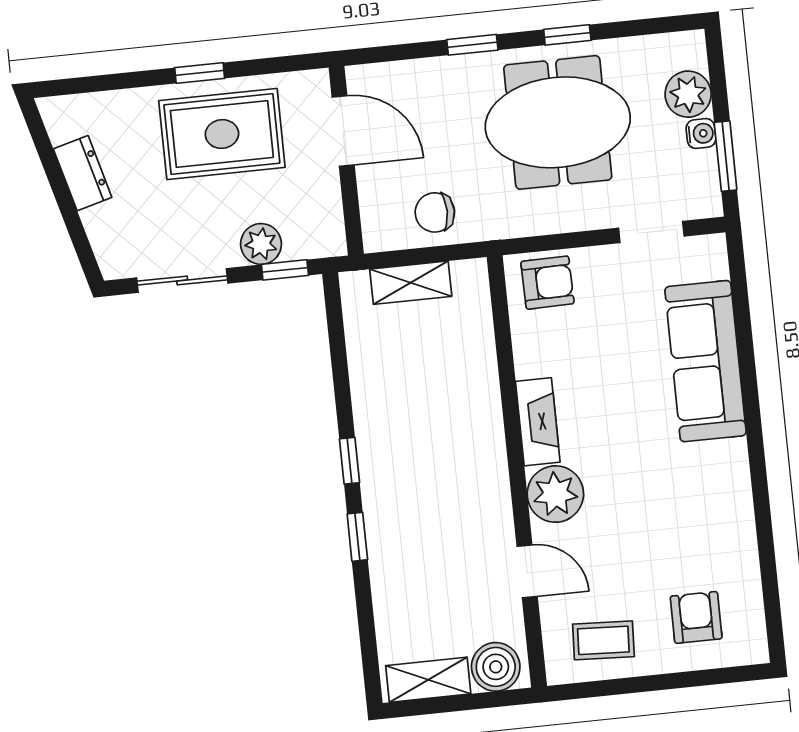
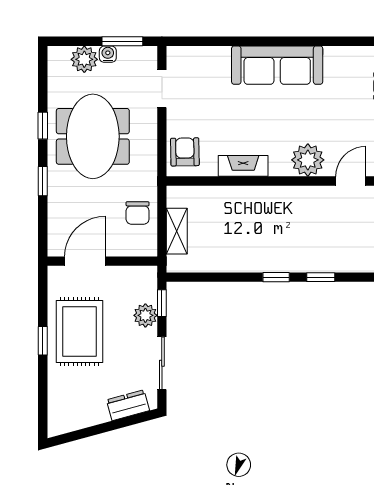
dresser: (83, 173) -> (128, 405), moved
sofa: (705, 361) -> (277, 65), moved
fireplace: (538, 422) -> (243, 166), moved

